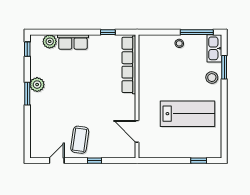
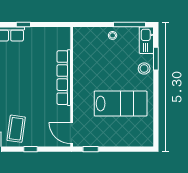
window: (108, 32) -> (23, 24), moved
row of seats: (129, 65) -> (64, 78), moved
door: (137, 131) -> (72, 133), moved
window: (199, 161) -> (91, 149), moved

